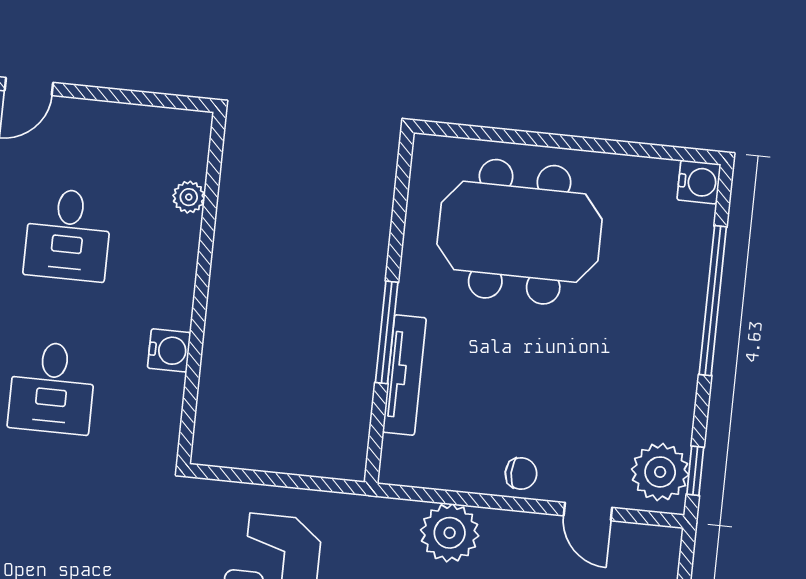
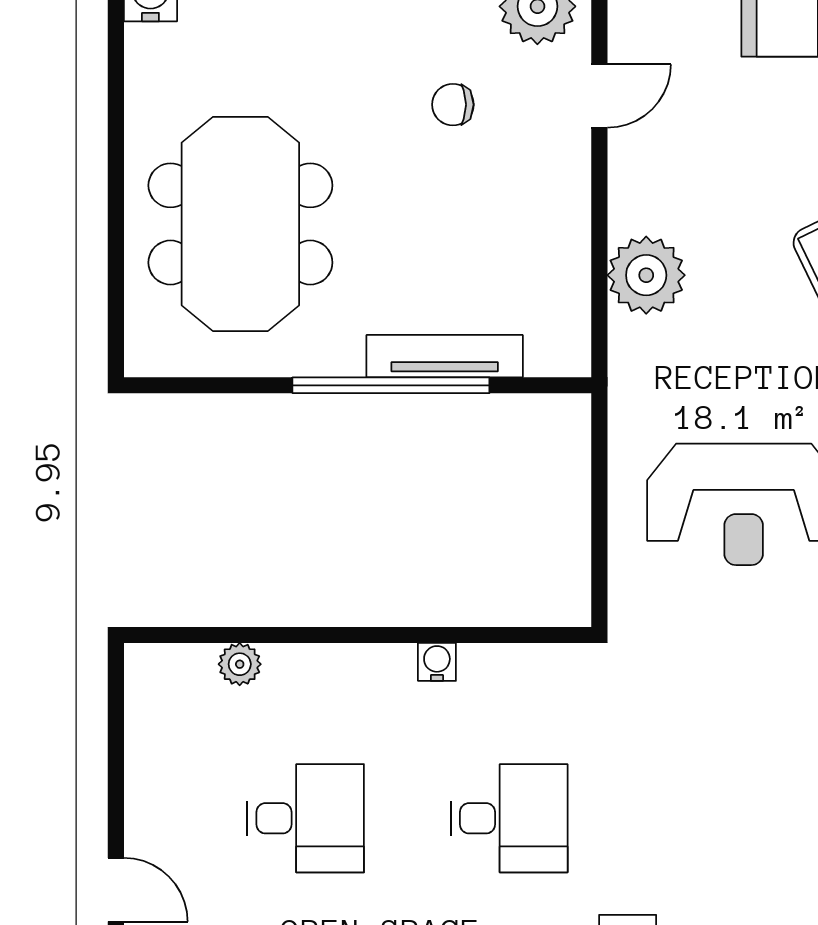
window: (387, 332) -> (391, 385), width x1.46
water cooler: (169, 350) -> (437, 662), width x0.72, depth x0.72
chair: (521, 474) -> (453, 105), moved, turned -90

